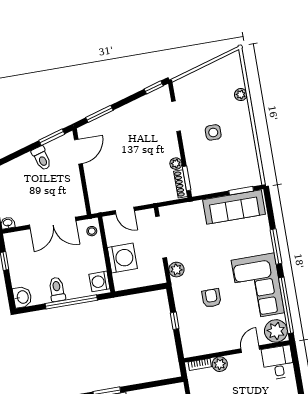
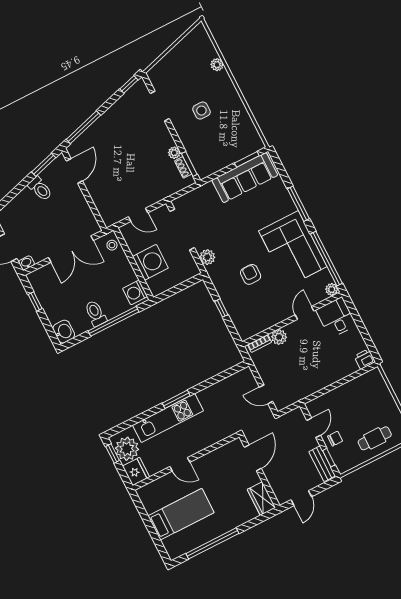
window: (99, 114) -> (83, 127), width x1.44
shoe rack: (181, 184) -> (183, 167), width x0.70
plant: (276, 331) -> (332, 289), width x0.53, depth x0.53

